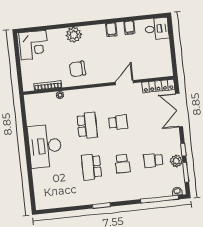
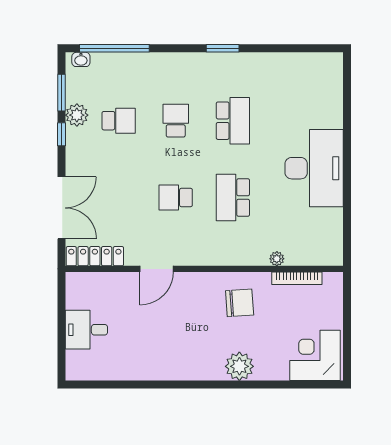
filing cabinet: (129, 27) -> (136, 369), removed
desk: (157, 29) -> (86, 330), moved
filing cabinet: (111, 30) -> (170, 368), removed

